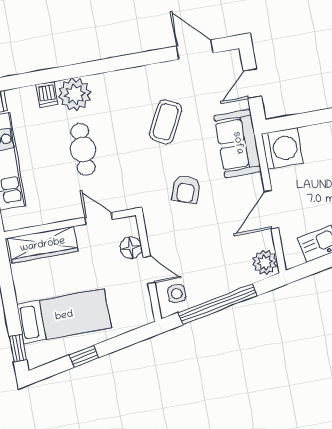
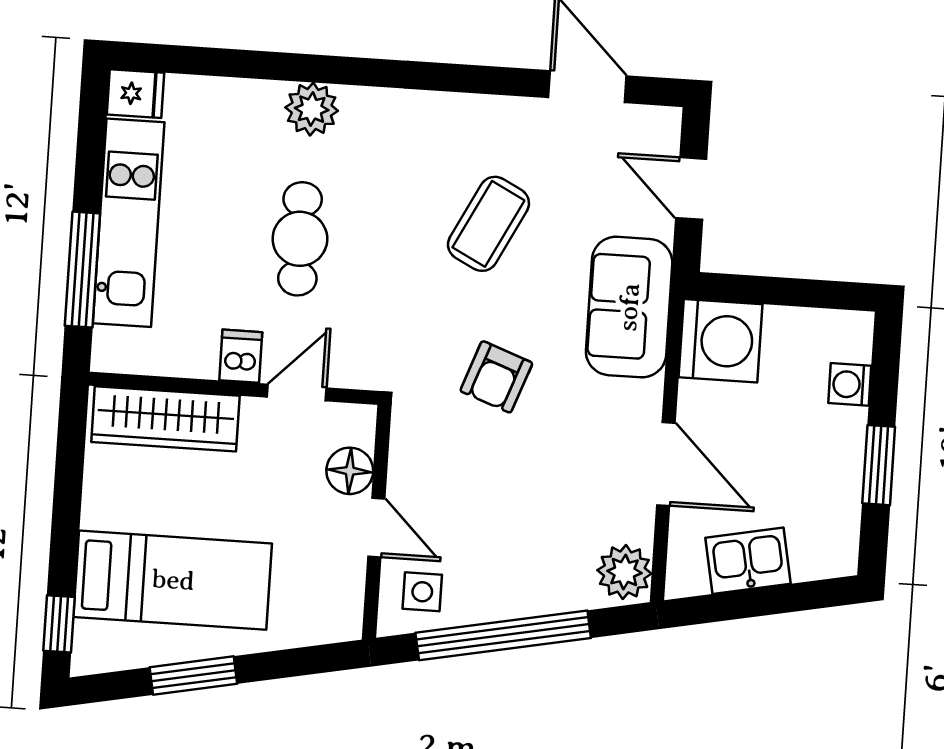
door: (252, 84) -> (691, 189), hinge flipped
dishwasher: (47, 94) -> (241, 356), moved, turned 180
plant: (75, 94) -> (312, 109), width x0.73, depth x0.73
door: (271, 210) -> (666, 464), swing flipped
door: (99, 218) -> (297, 392), hinge flipped
window: (84, 356) -> (193, 676), width x1.50

